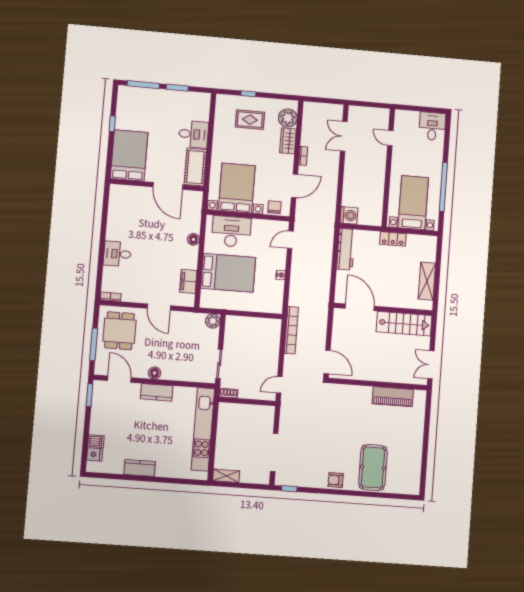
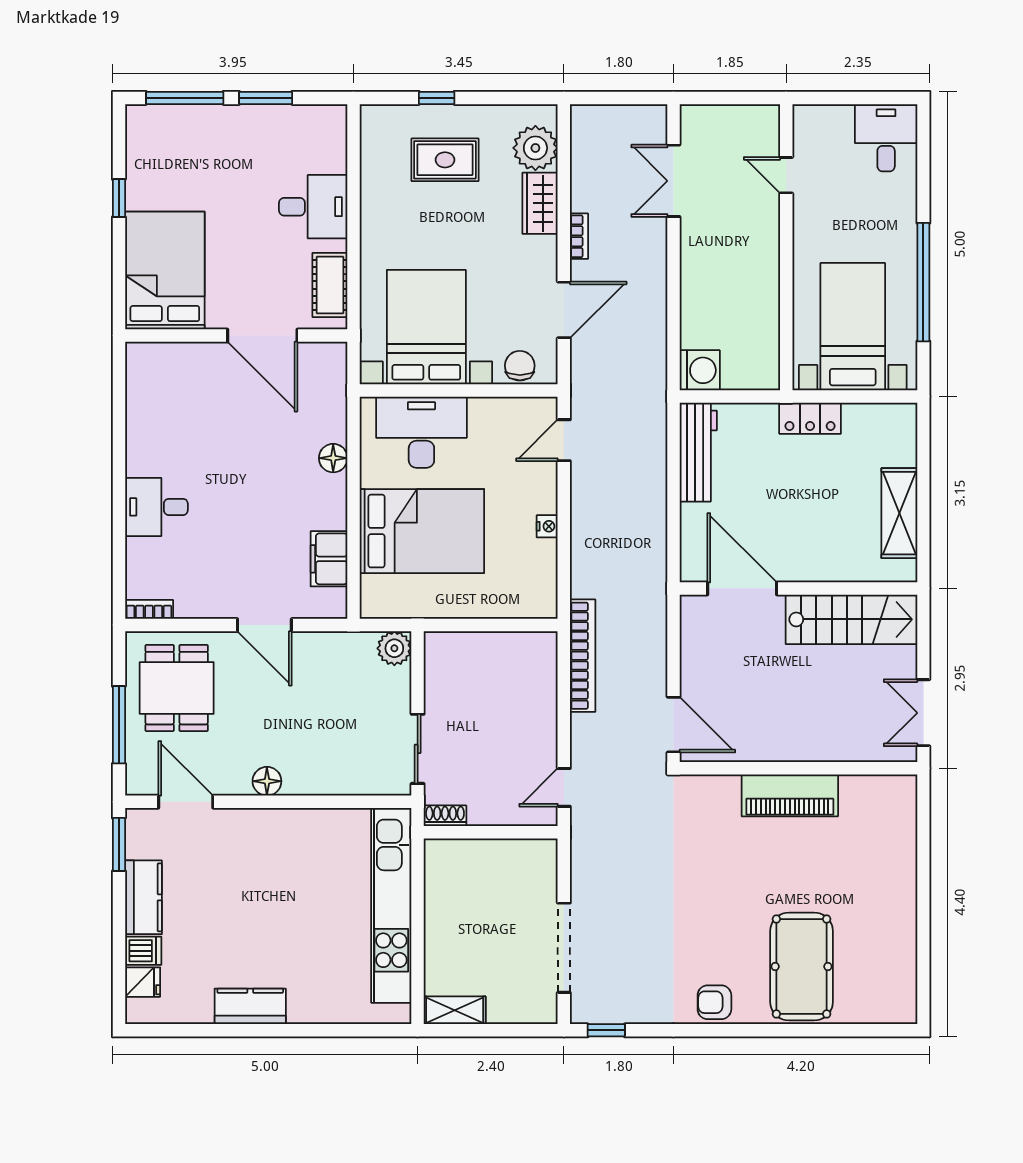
cot: (195, 167) -> (330, 285), width x0.73, depth x0.75
kitchen counter: (157, 392) -> (143, 897), moved, turned -90
piano: (393, 397) -> (790, 795), moved

